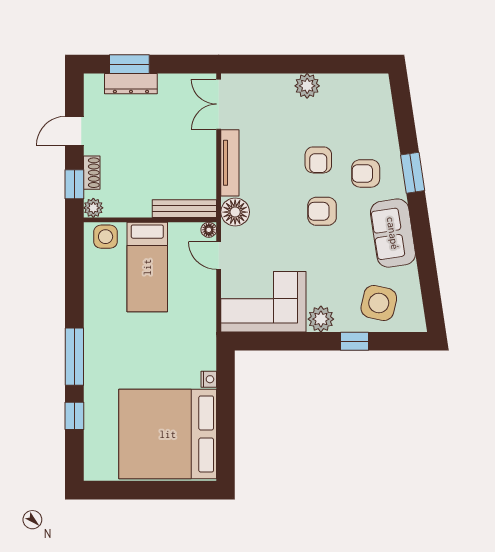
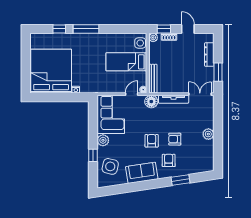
window: (129, 64) -> (218, 72), moved
window: (413, 173) -> (180, 180), moved

